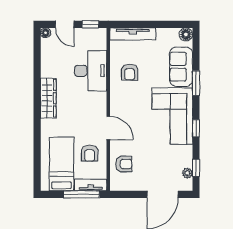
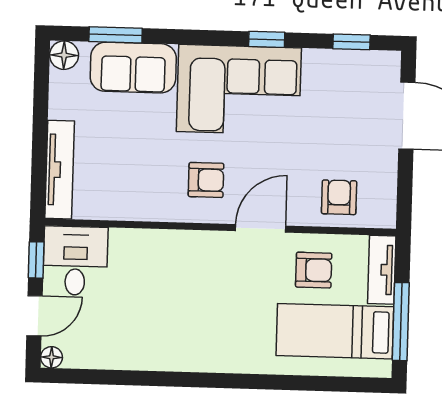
desk: (91, 71) -> (75, 261), moved, width x0.73
armchair: (130, 72) -> (206, 180), moved
window: (196, 83) -> (116, 35), moved
wardrobe: (48, 98) -> (192, 356), removed
plant: (187, 173) -> (363, 61), removed
window: (81, 194) -> (401, 322), moved

